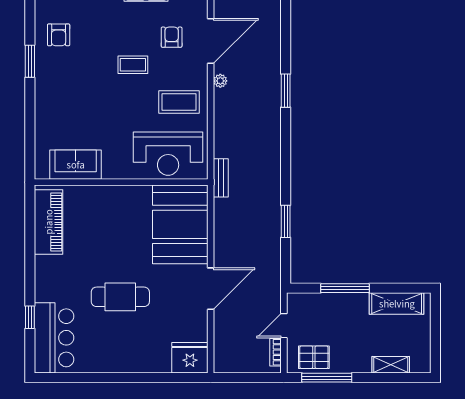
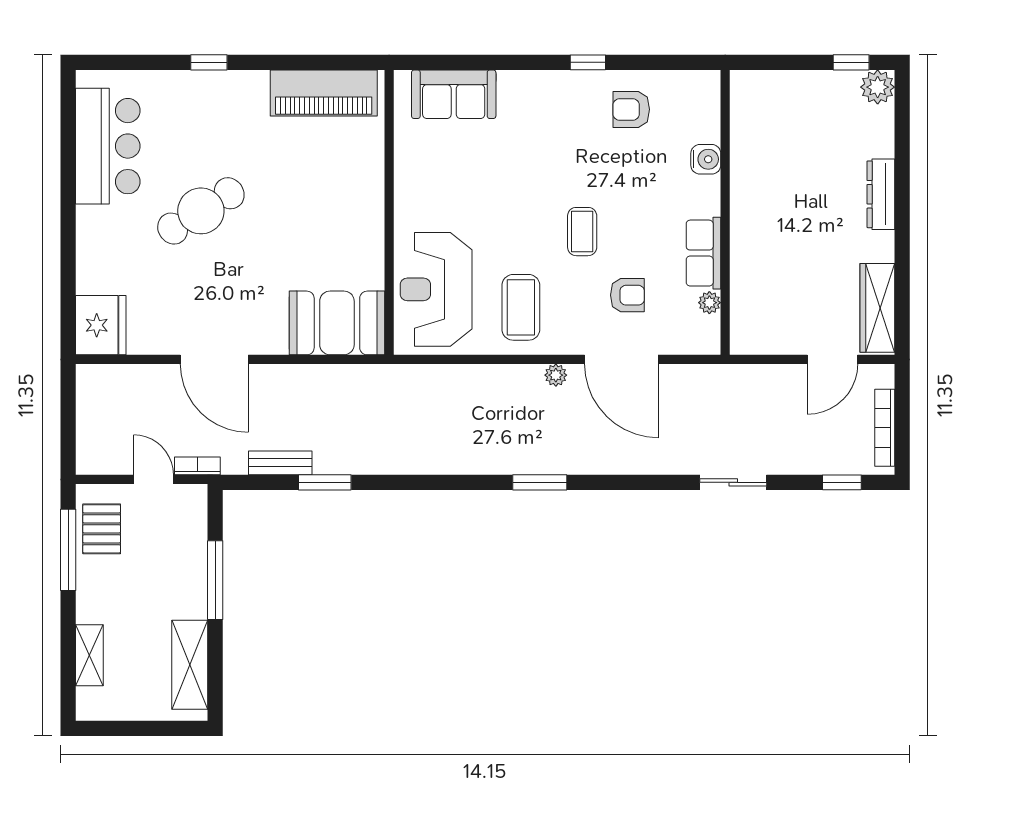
window: (30, 61) -> (588, 62), width x0.67
sofa: (76, 165) -> (454, 94), moved, turned 90
bench: (221, 178) -> (280, 463), moved
booth: (180, 224) -> (337, 323), width x0.73, depth x0.70
cafe table: (120, 297) -> (201, 211), turned 58
window: (30, 317) -> (209, 62), moved
bar counter: (54, 338) -> (108, 146), moved, turned -90
bookcase: (276, 352) -> (197, 466), moved

